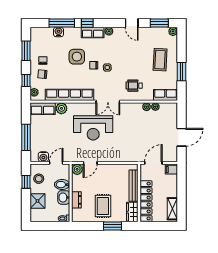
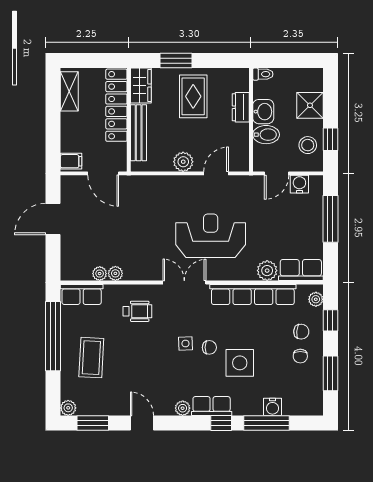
window: (181, 72) -> (53, 336), width x2.11
door: (153, 163) -> (103, 173), hinge flipped
plant: (77, 169) -> (183, 162), moved

